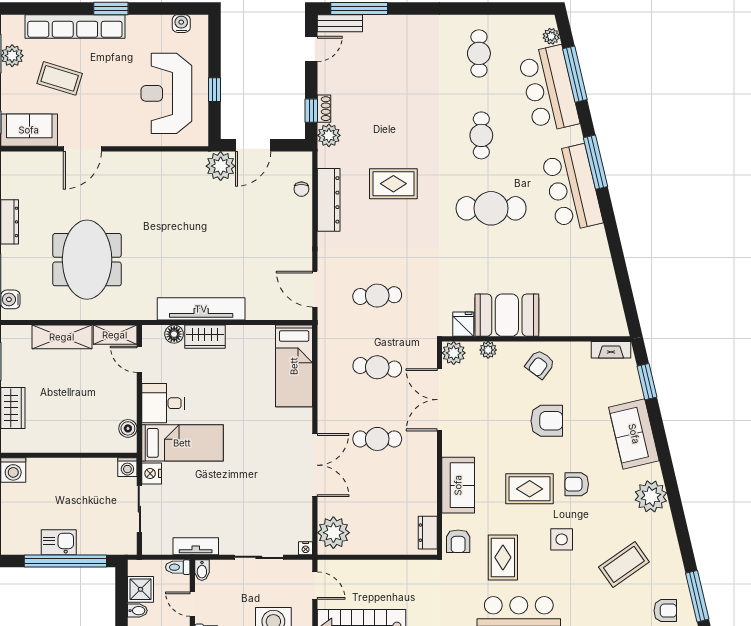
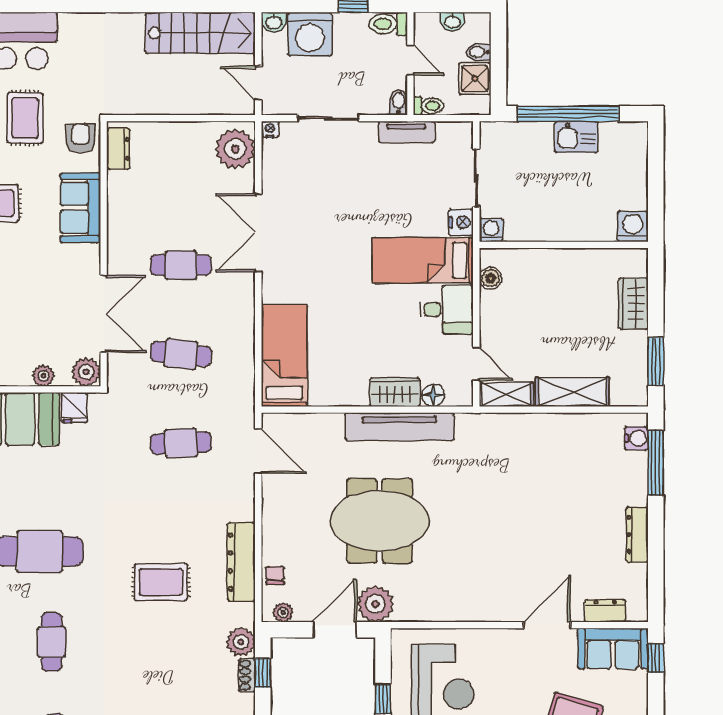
plant: (295, 159) -> (283, 613), added
dresser: (36, 161) -> (605, 611), added
meeting table: (87, 260) -> (380, 521), moved, turned 90

